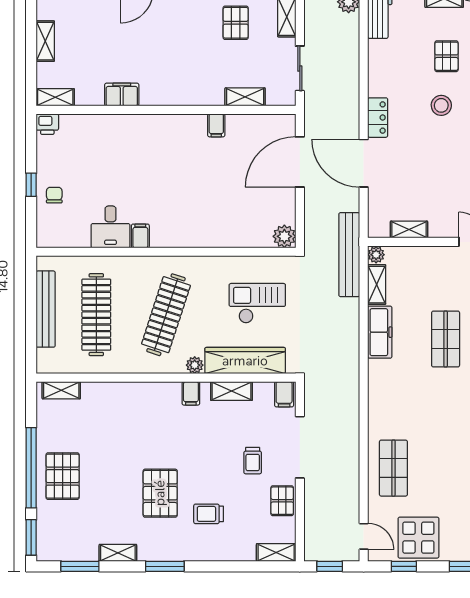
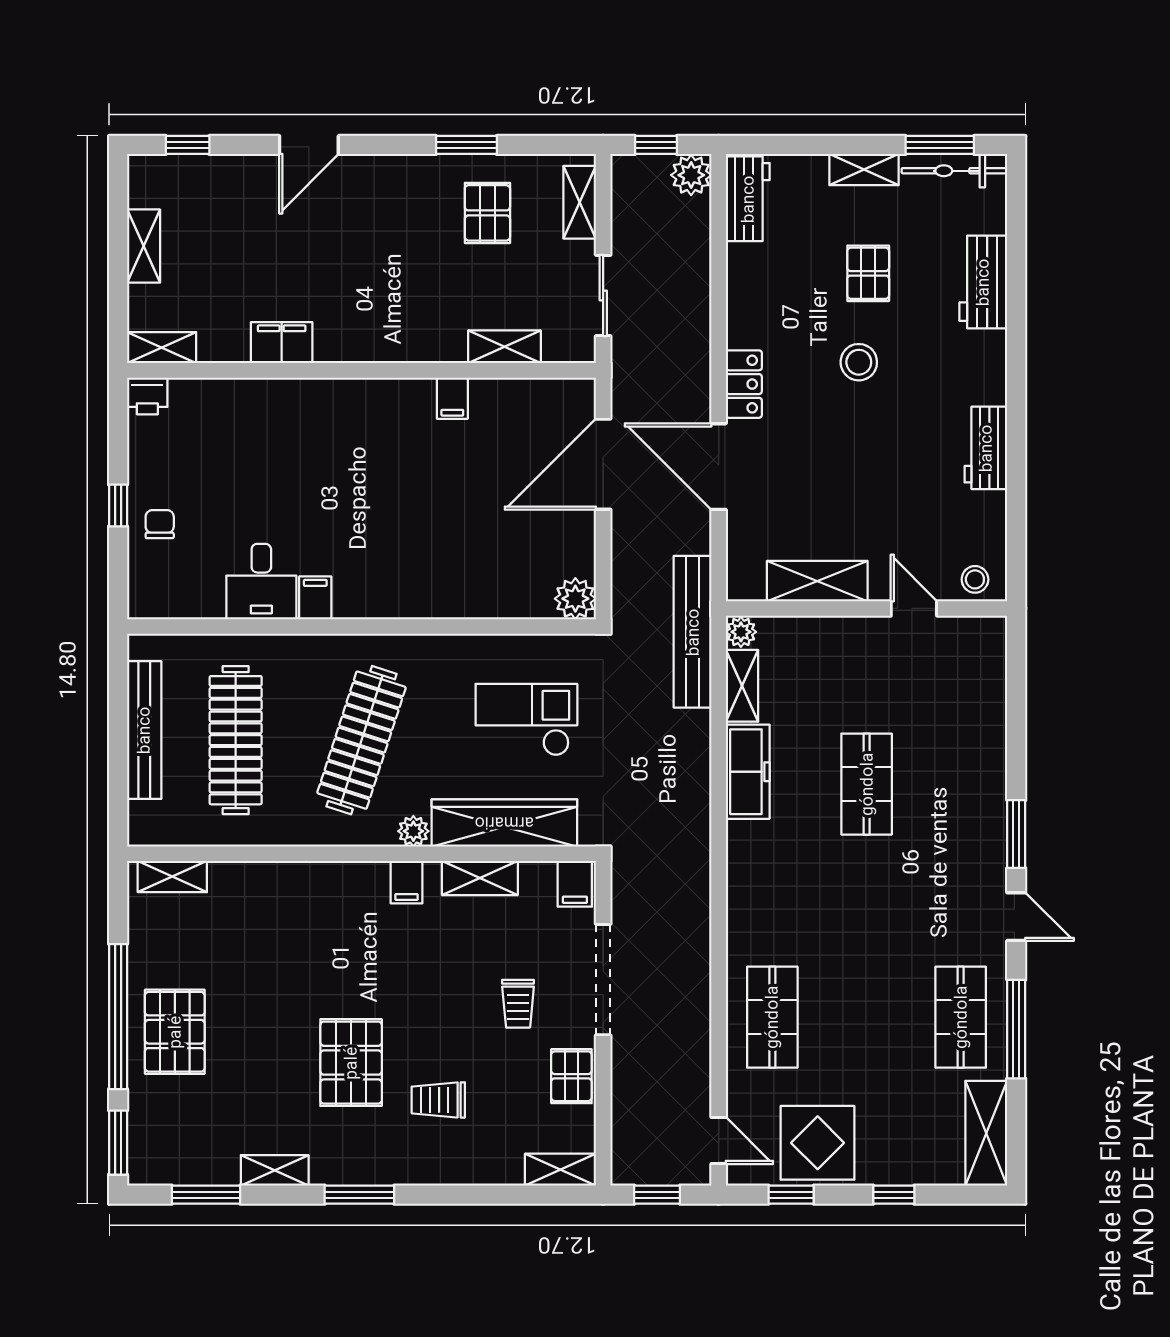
shelving: (409, 229) -> (817, 581), width x1.50, depth x1.33

